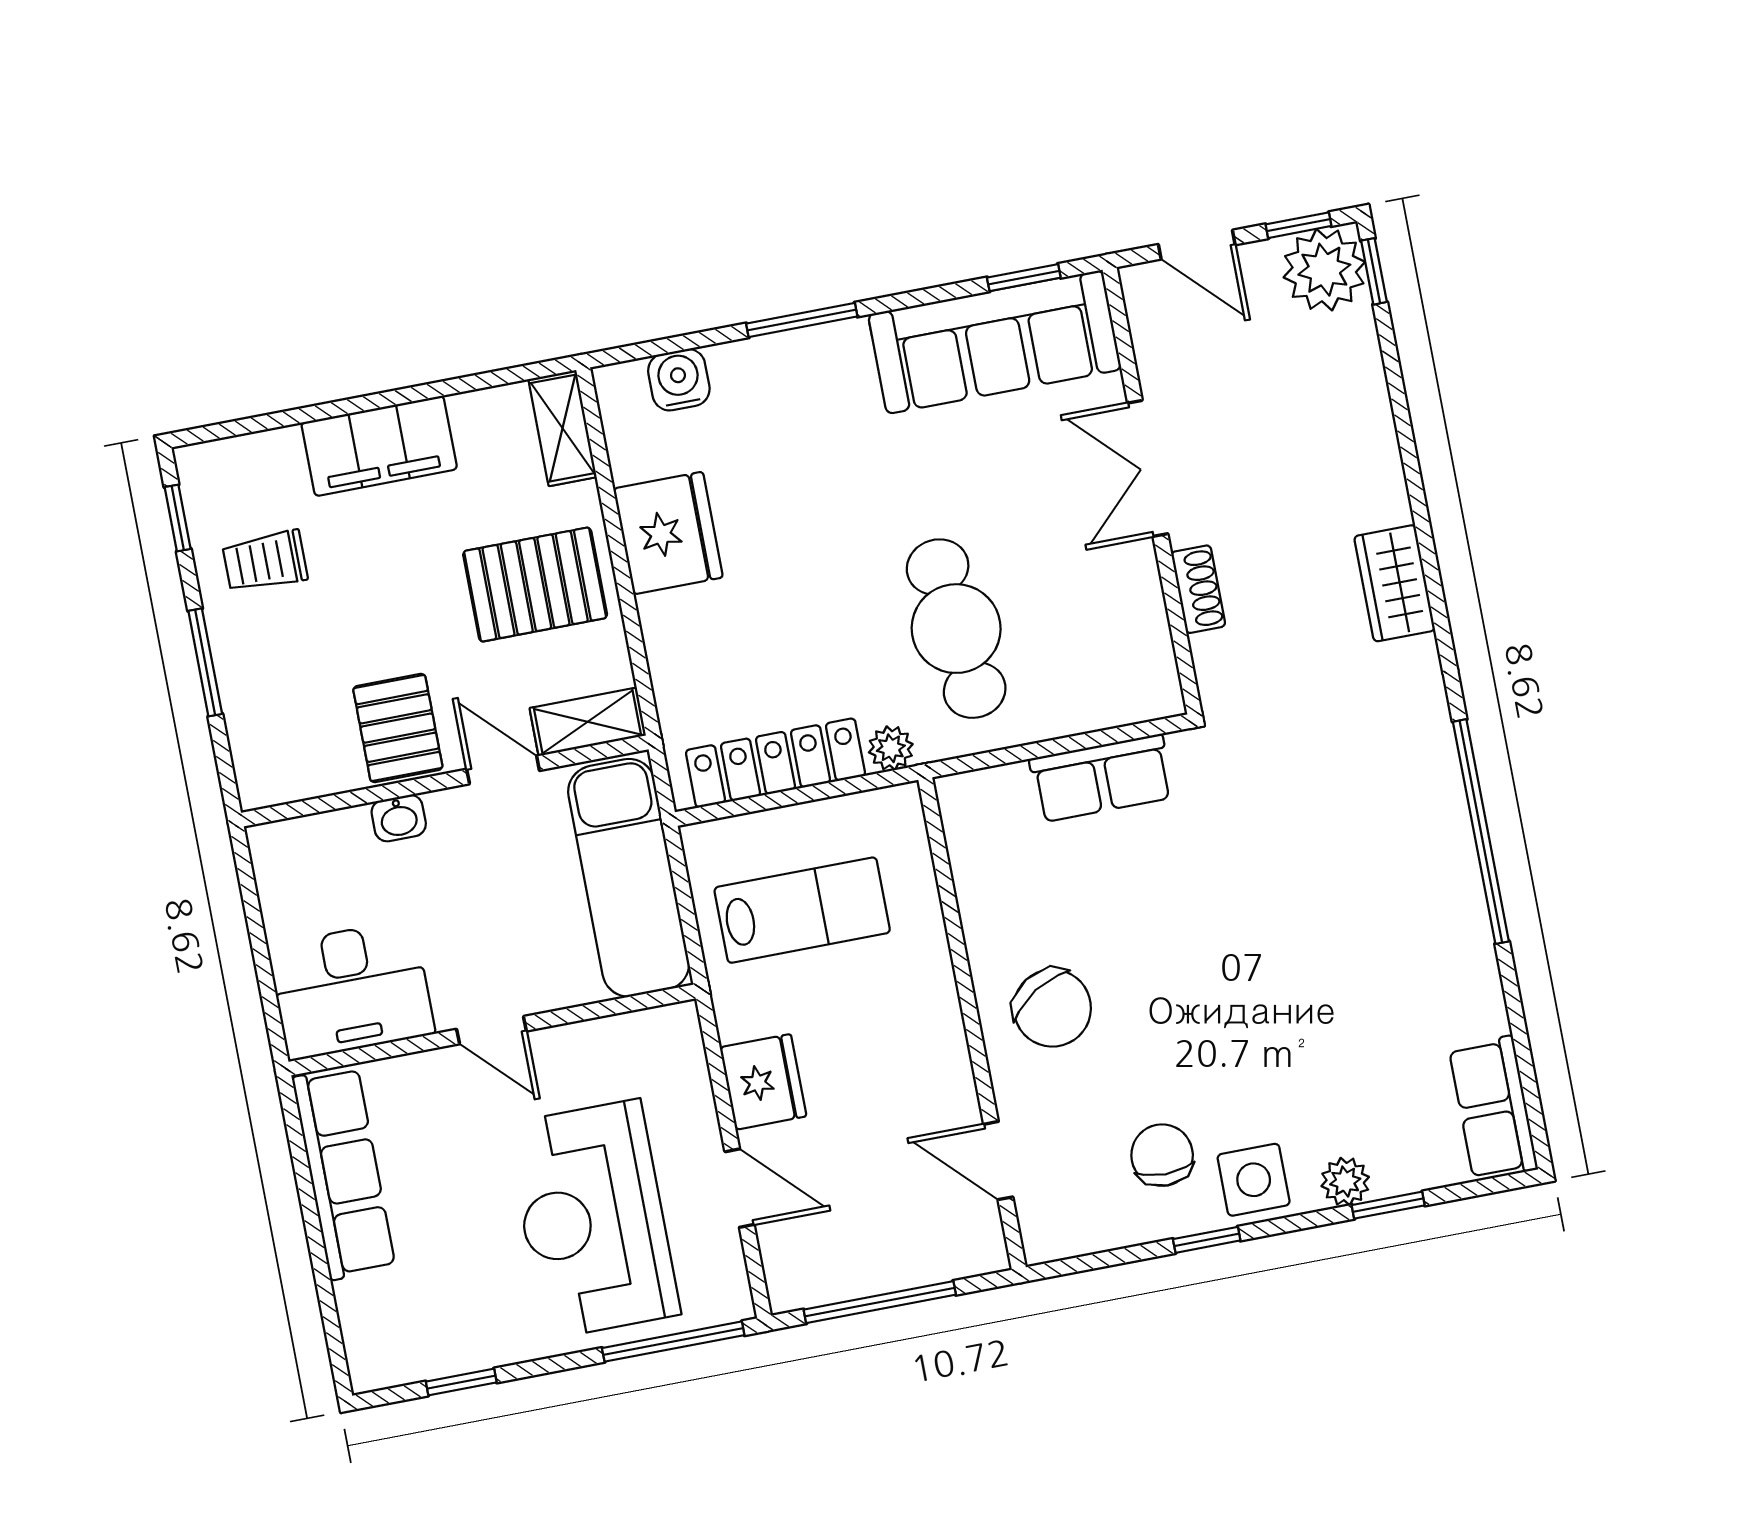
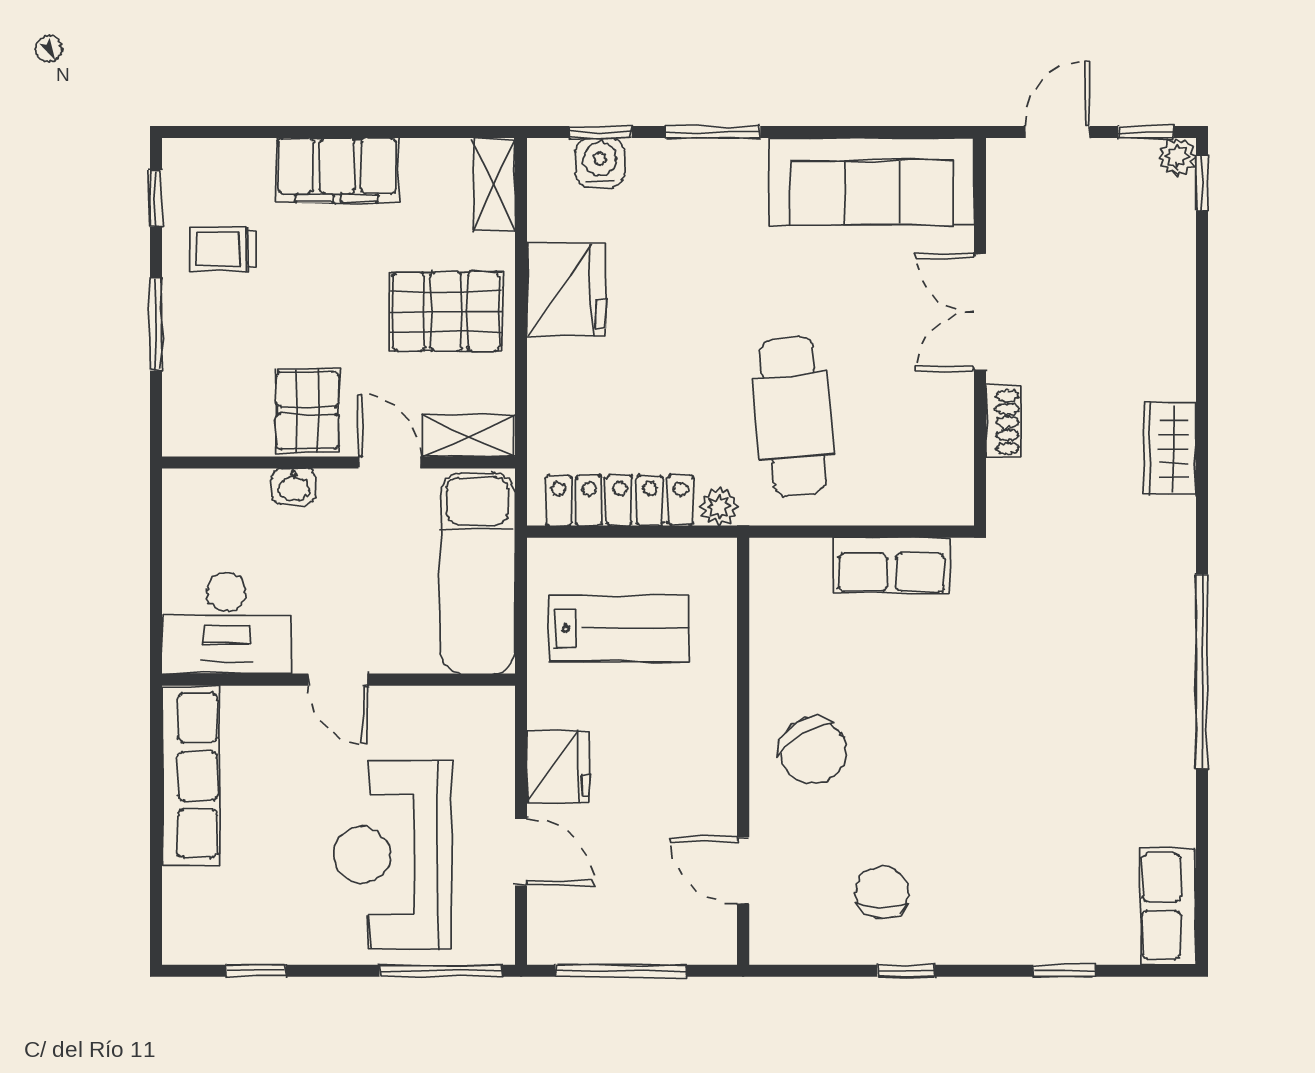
door: (1197, 245) -> (1057, 132), swing flipped
plant: (1324, 270) -> (1177, 157), width x0.53, depth x0.53
window: (1024, 278) -> (601, 132), moved
side table: (1254, 1180) -> (955, 928), removed
plant: (1345, 1182) -> (1032, 944), removed

